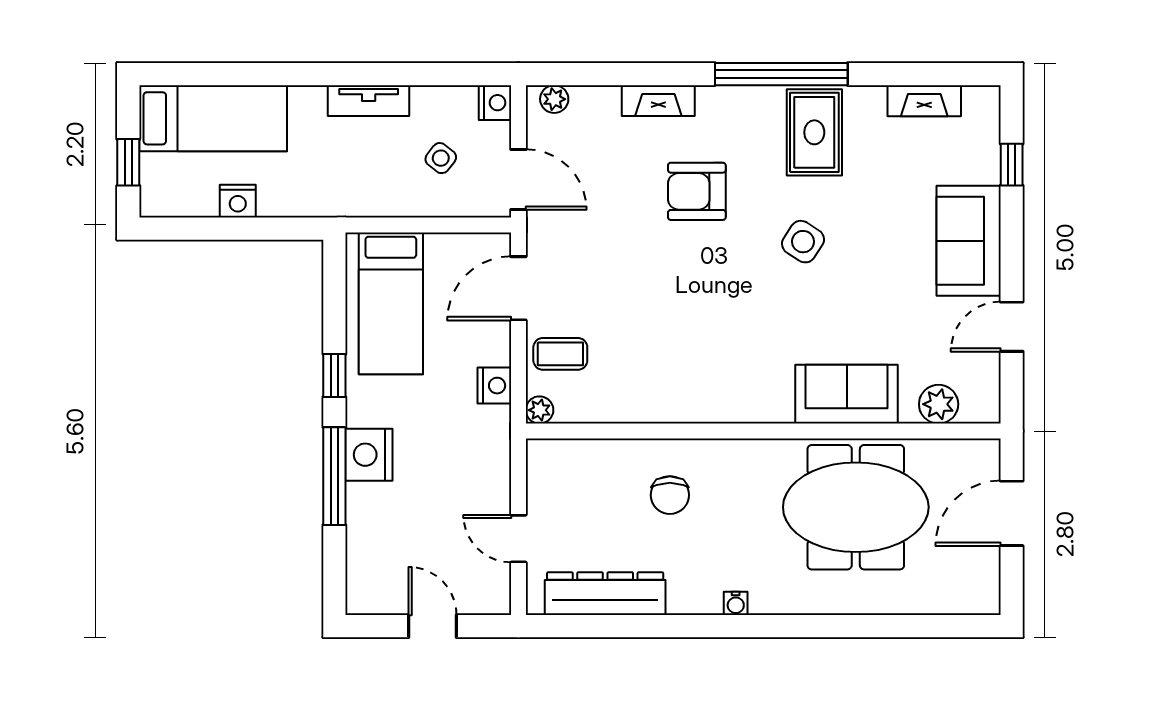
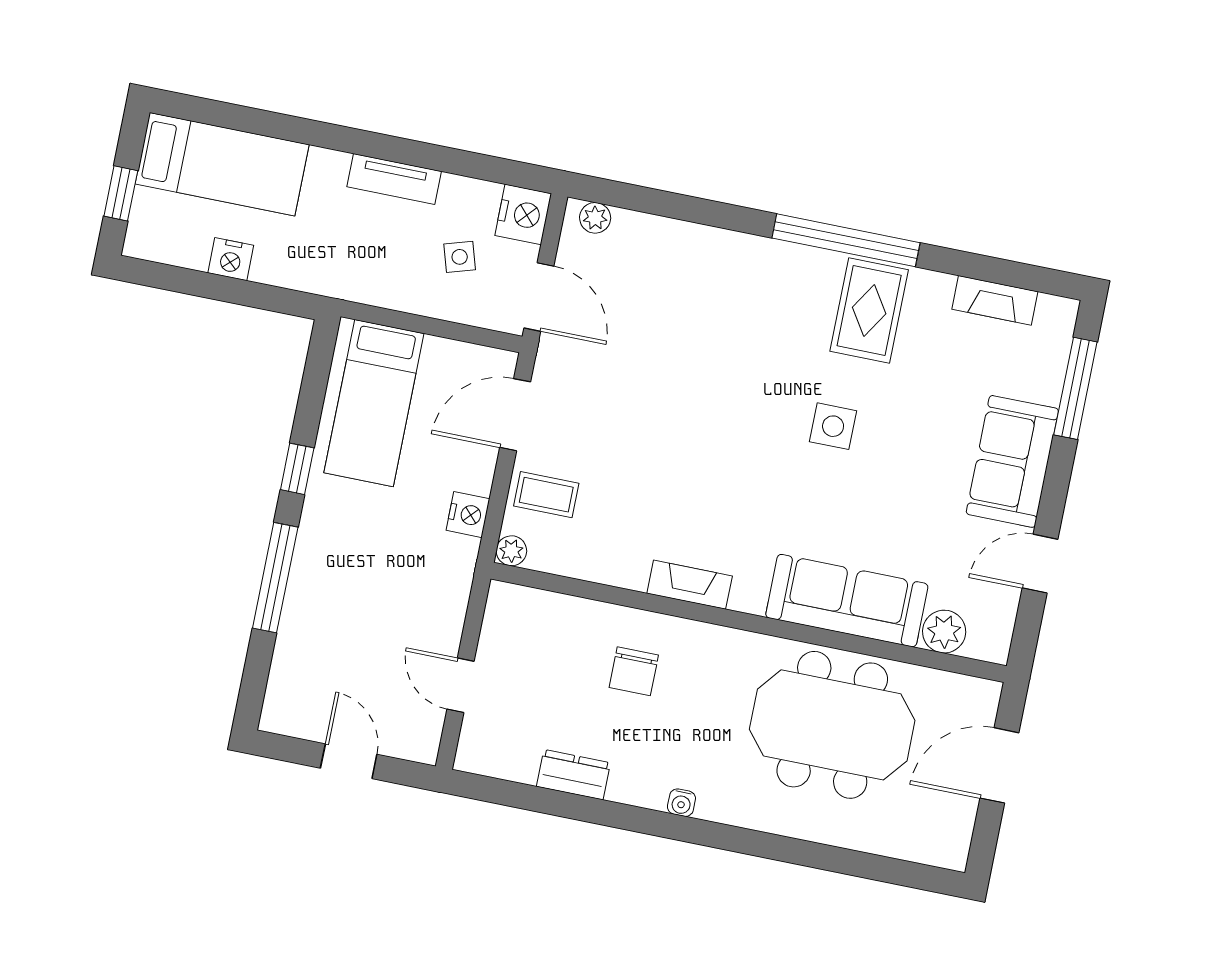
fireplace: (658, 101) -> (690, 585), moved, turned 180
nightstand: (495, 103) -> (523, 214), width x1.36, depth x1.33
side table: (441, 158) -> (460, 257), turned 35
window: (1012, 165) -> (1075, 388), width x2.17
armchair: (697, 191) -> (729, 349), removed
side table: (803, 242) -> (833, 426), turned -33
sofa: (847, 394) -> (847, 601), width x1.36
nightstand: (369, 455) -> (317, 562), removed
dresser: (605, 594) -> (573, 775), width x0.51, depth x0.80

